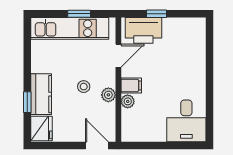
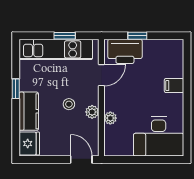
filing cabinet: (131, 86) -> (174, 86), moved, turned 180
window: (27, 102) -> (16, 89), moved
desk: (186, 121) -> (159, 136), width x1.37

